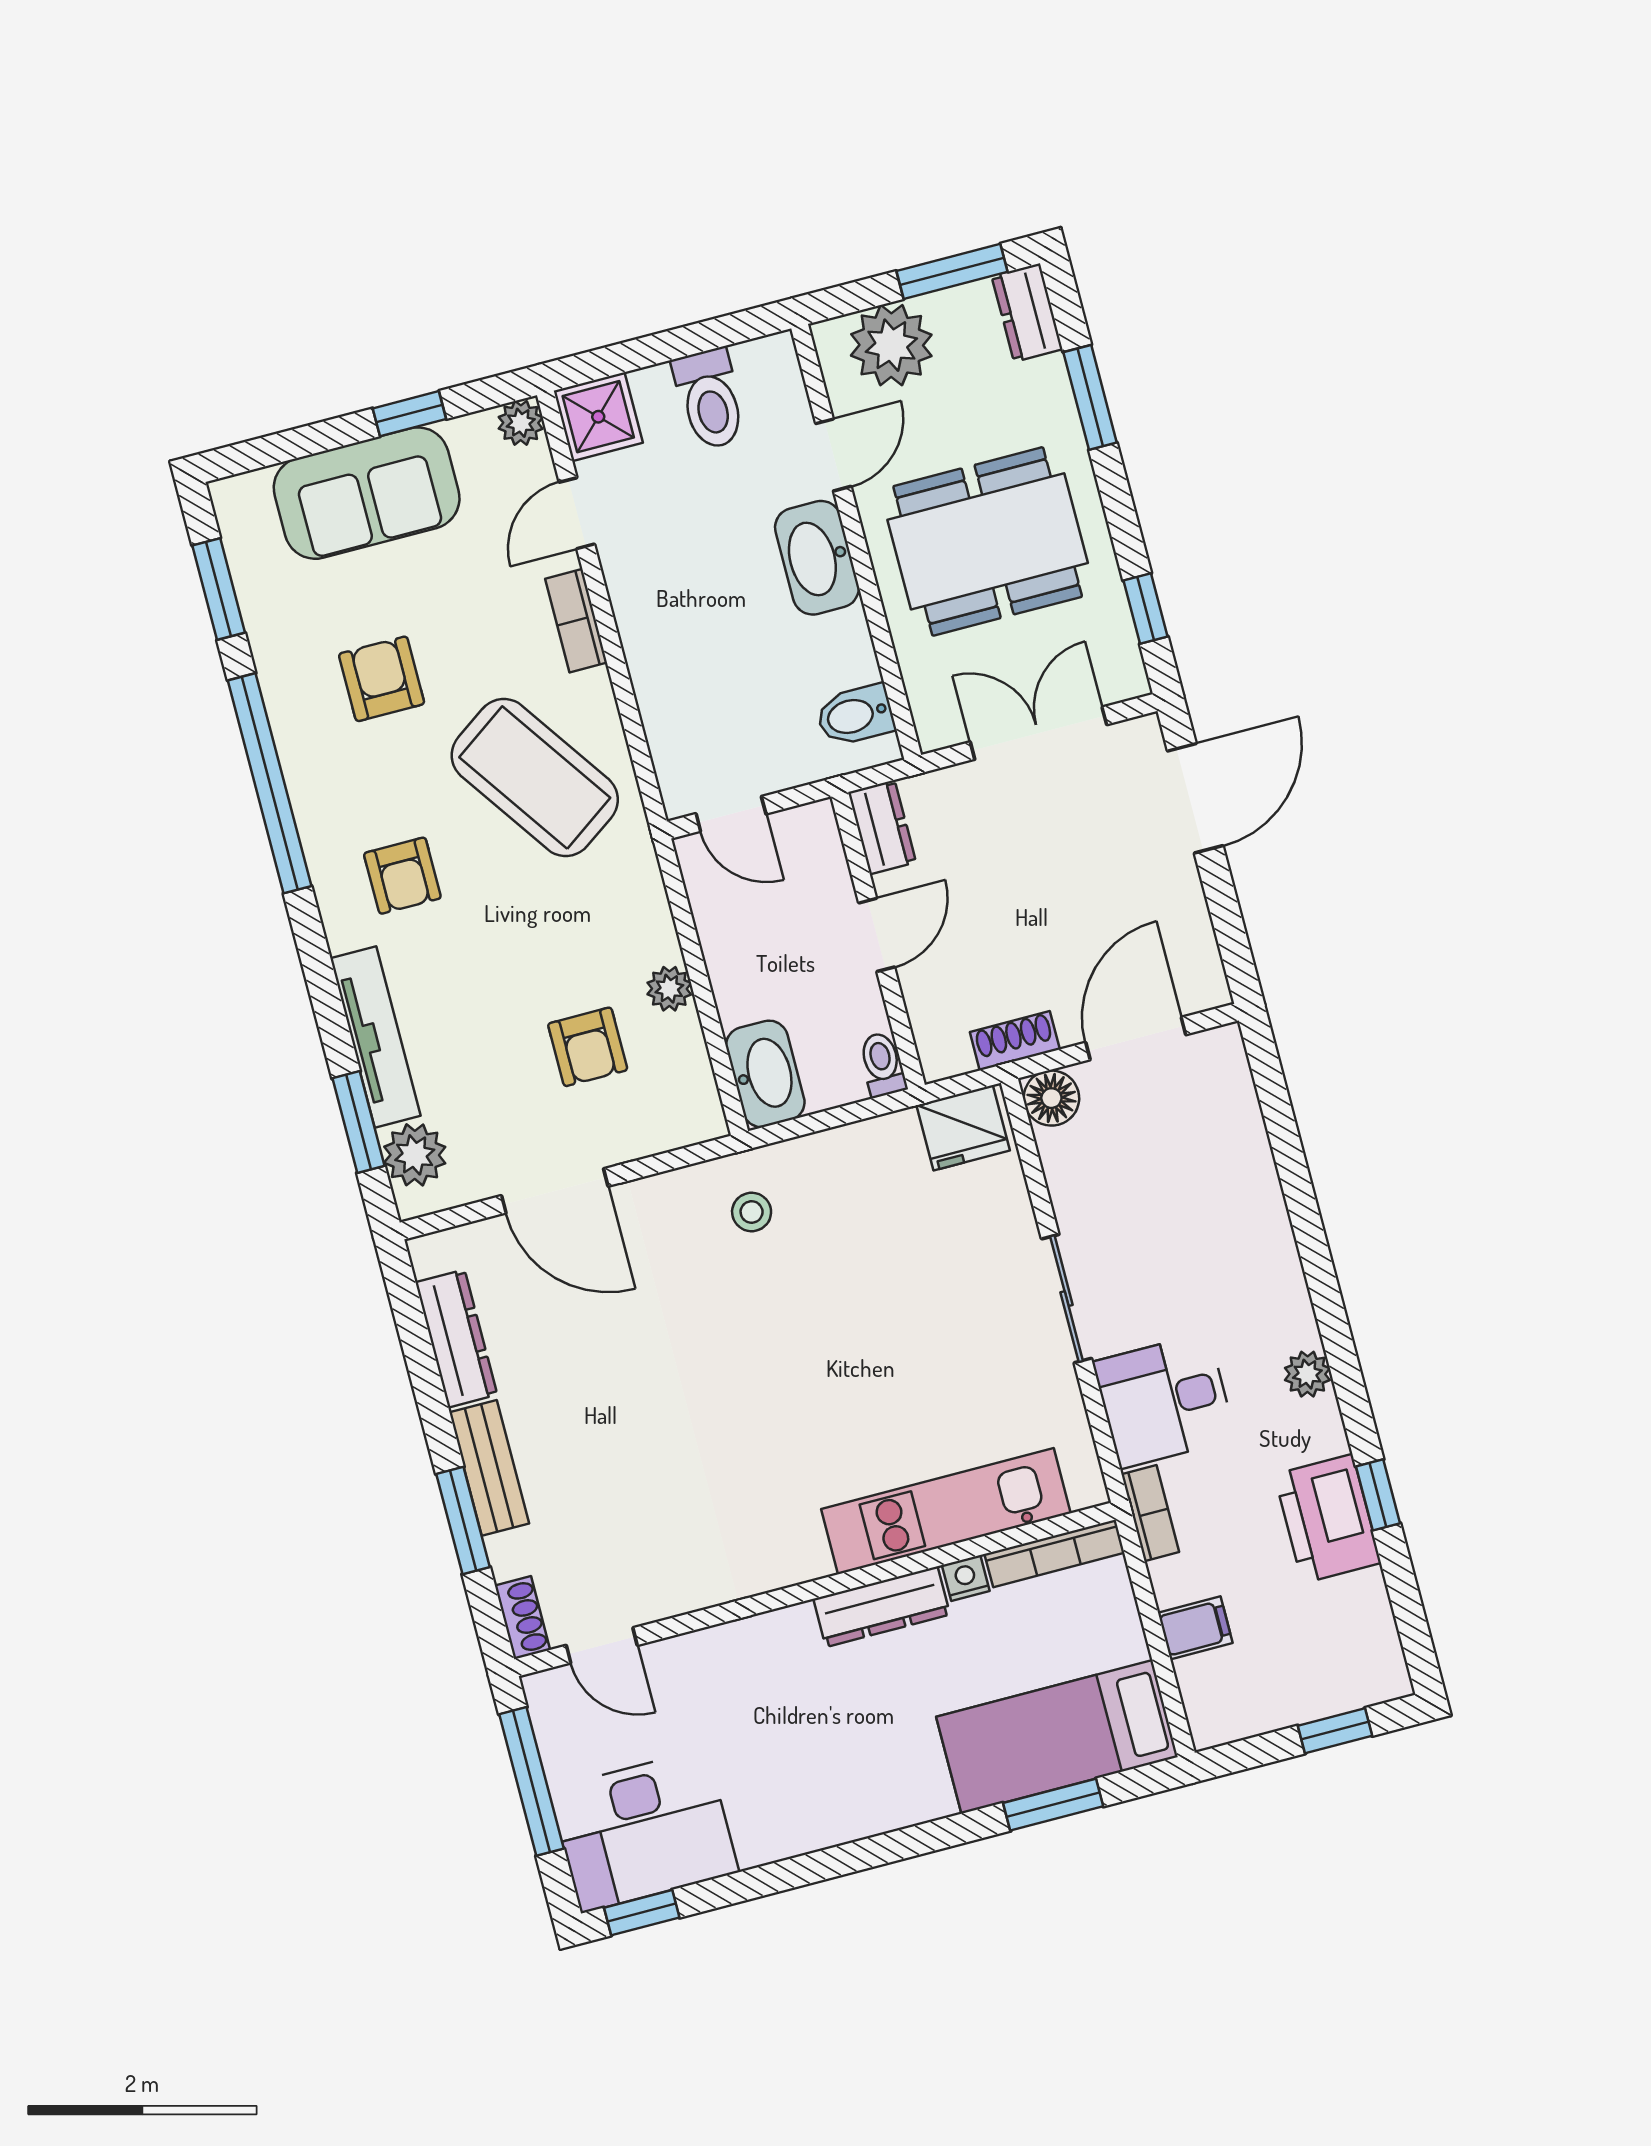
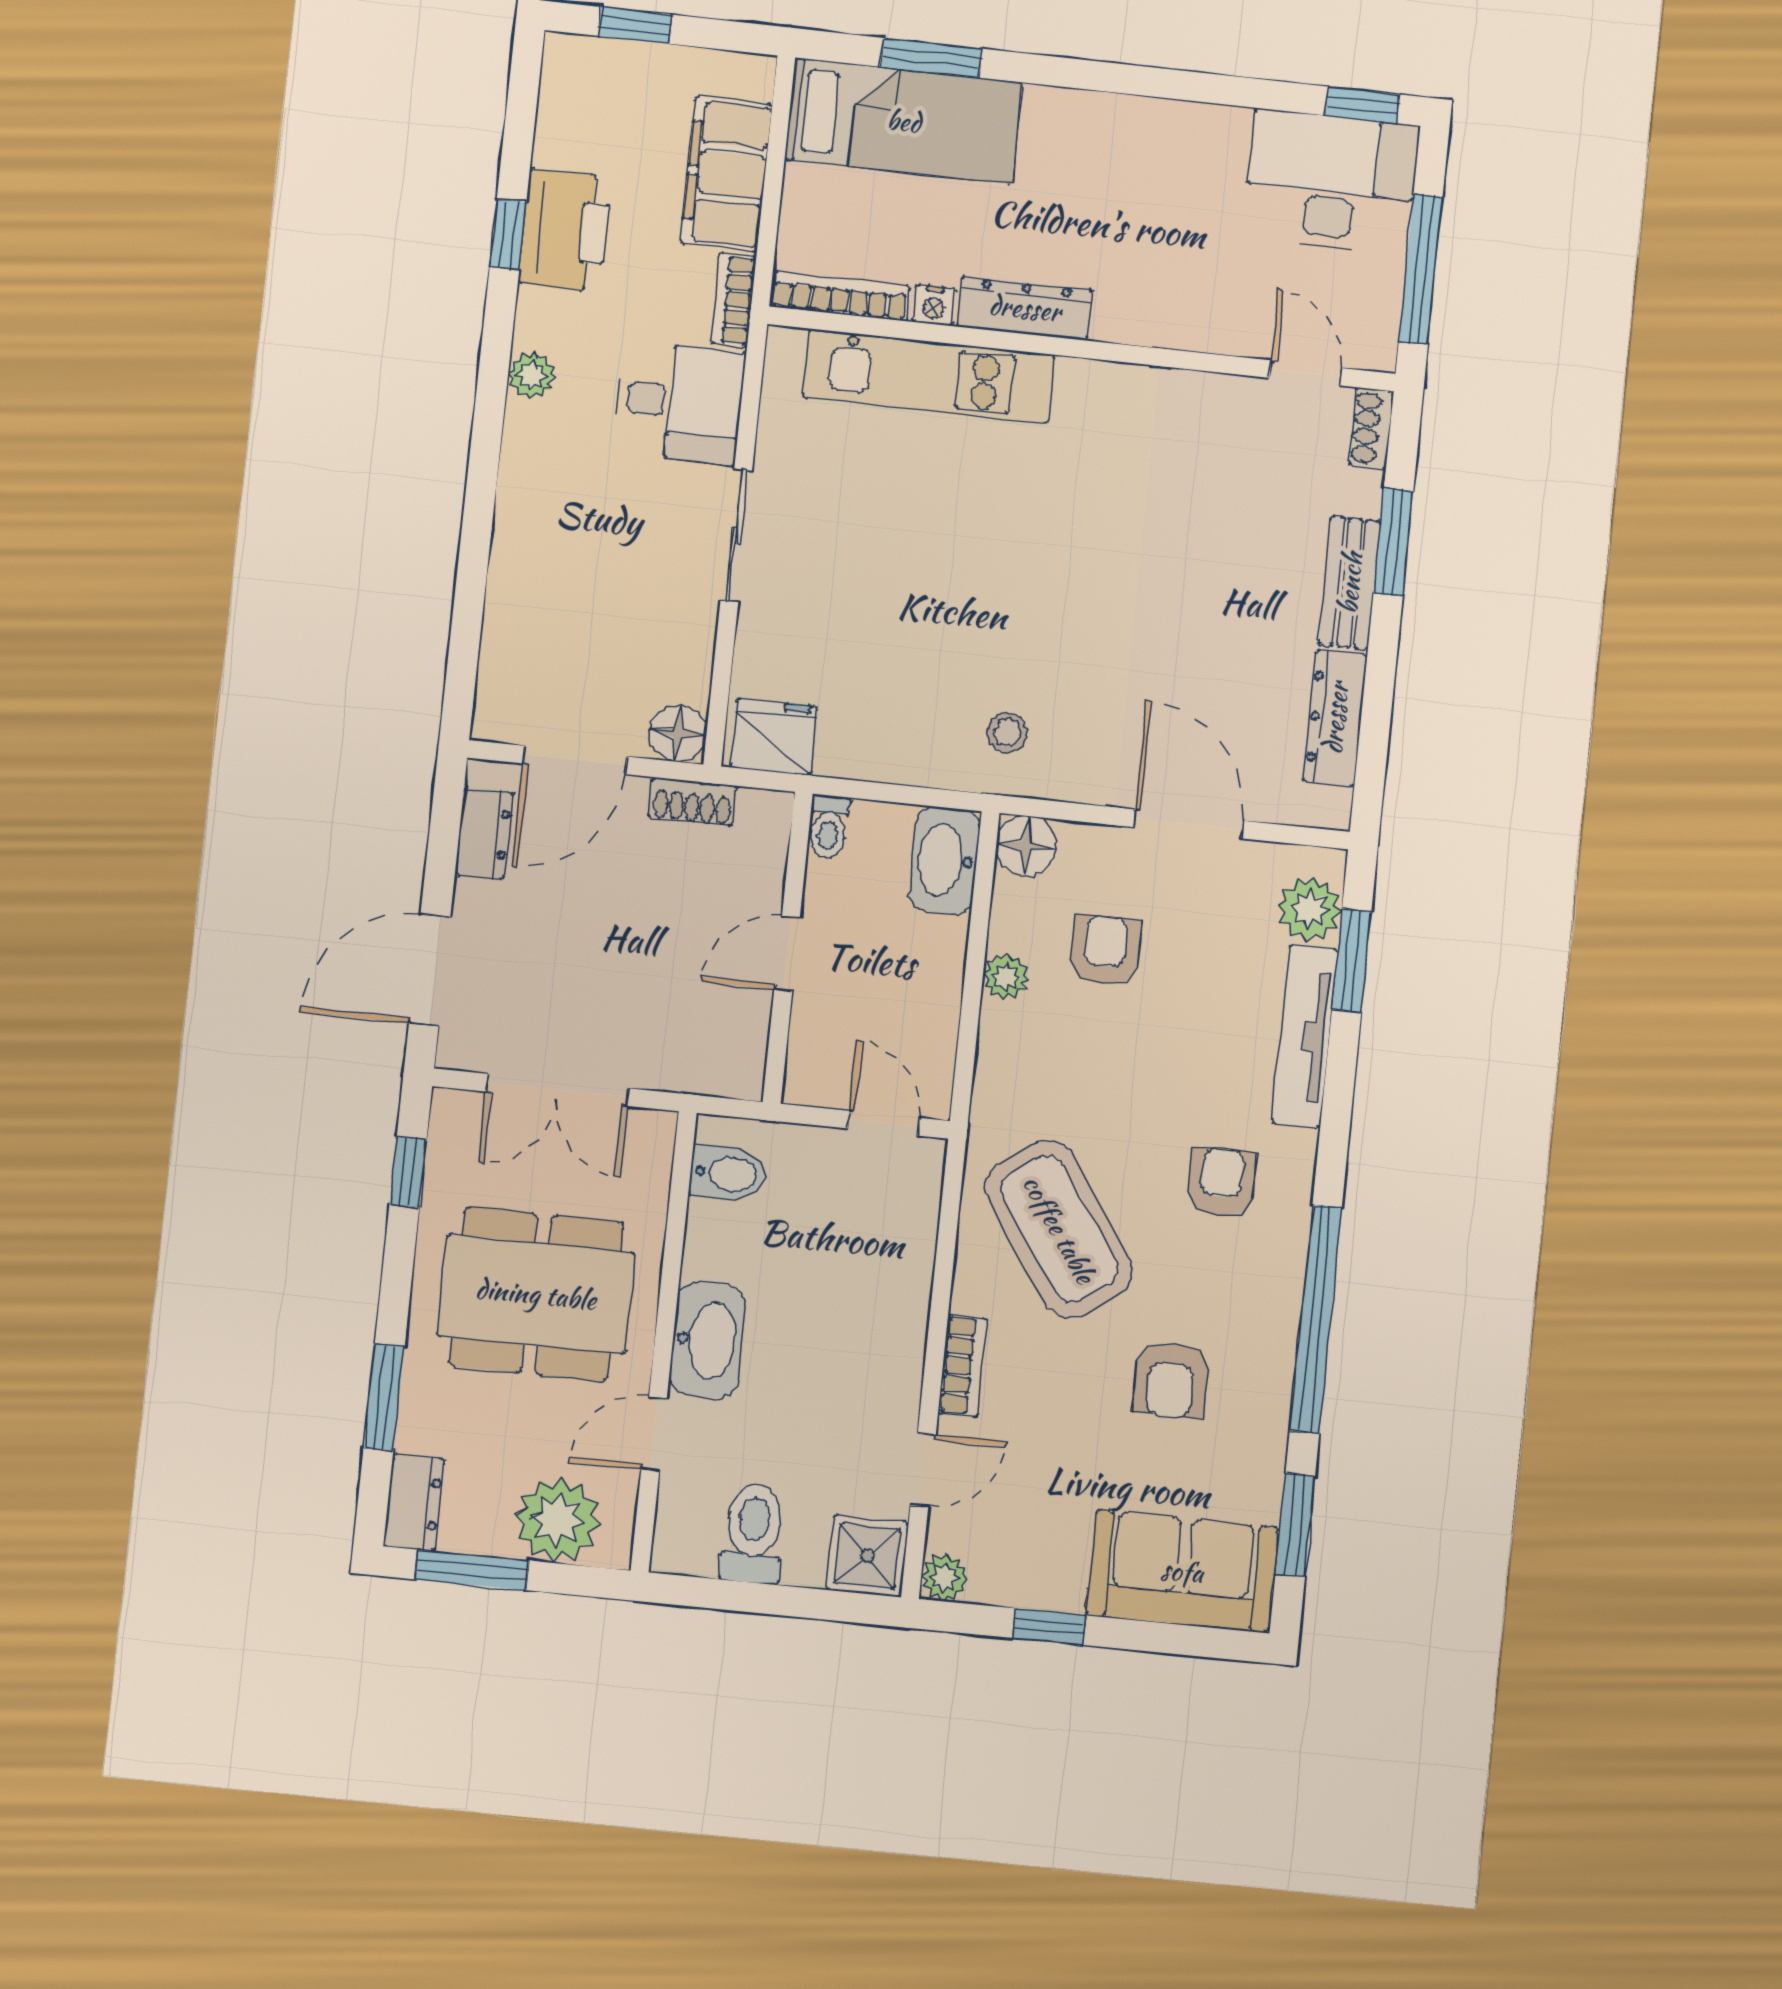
sofa: (367, 493) -> (1182, 1571), moved
dresser: (882, 827) -> (484, 833), moved, turned 180
floor lamp: (696, 1115) -> (1026, 846), added
filing cabinet: (1195, 1628) -> (726, 174), width x3.00, depth x1.17

